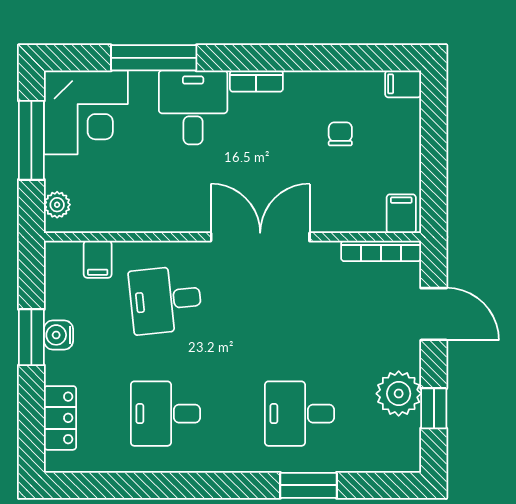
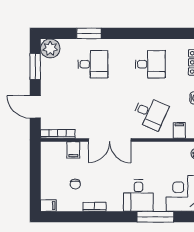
bookcase: (256, 81) -> (94, 207), moved
filing cabinet: (401, 214) -> (73, 150), moved
desk: (166, 300) -> (150, 113), turned 30
plant: (399, 394) -> (50, 48), moved
window: (434, 408) -> (35, 66), width x1.50

